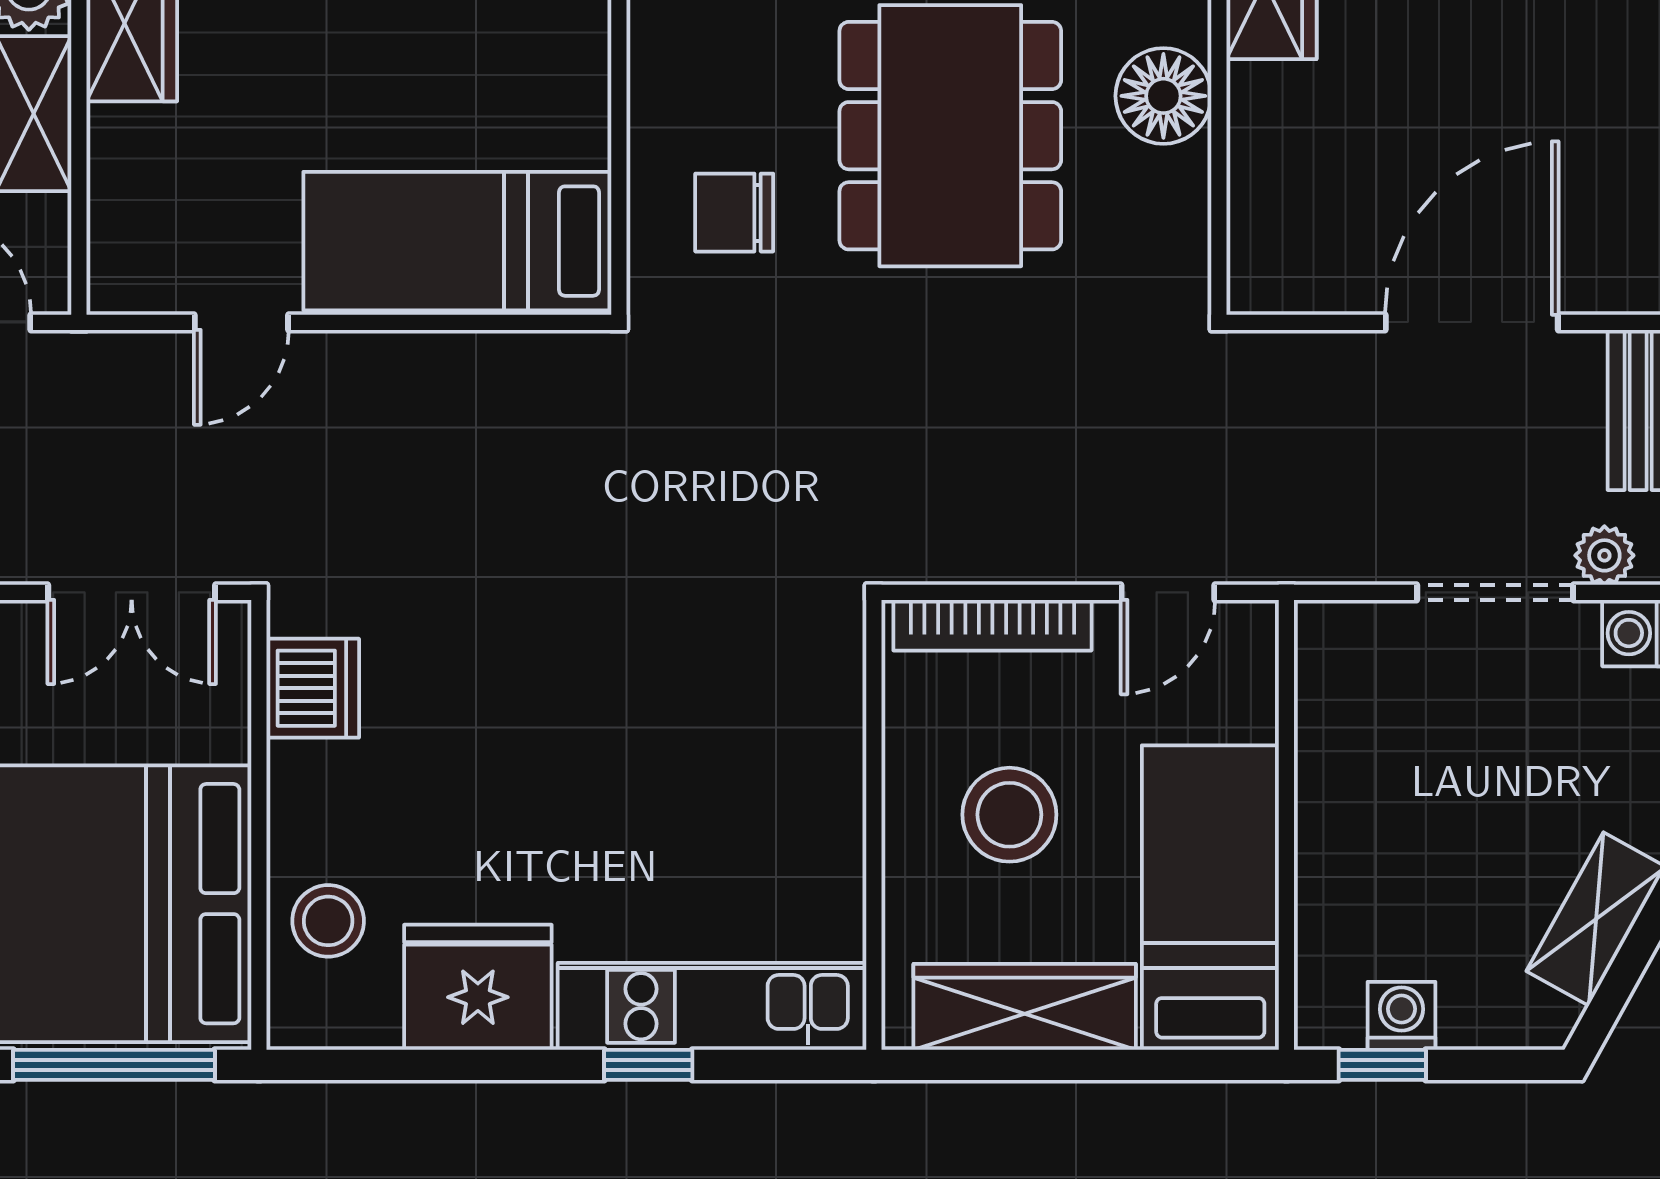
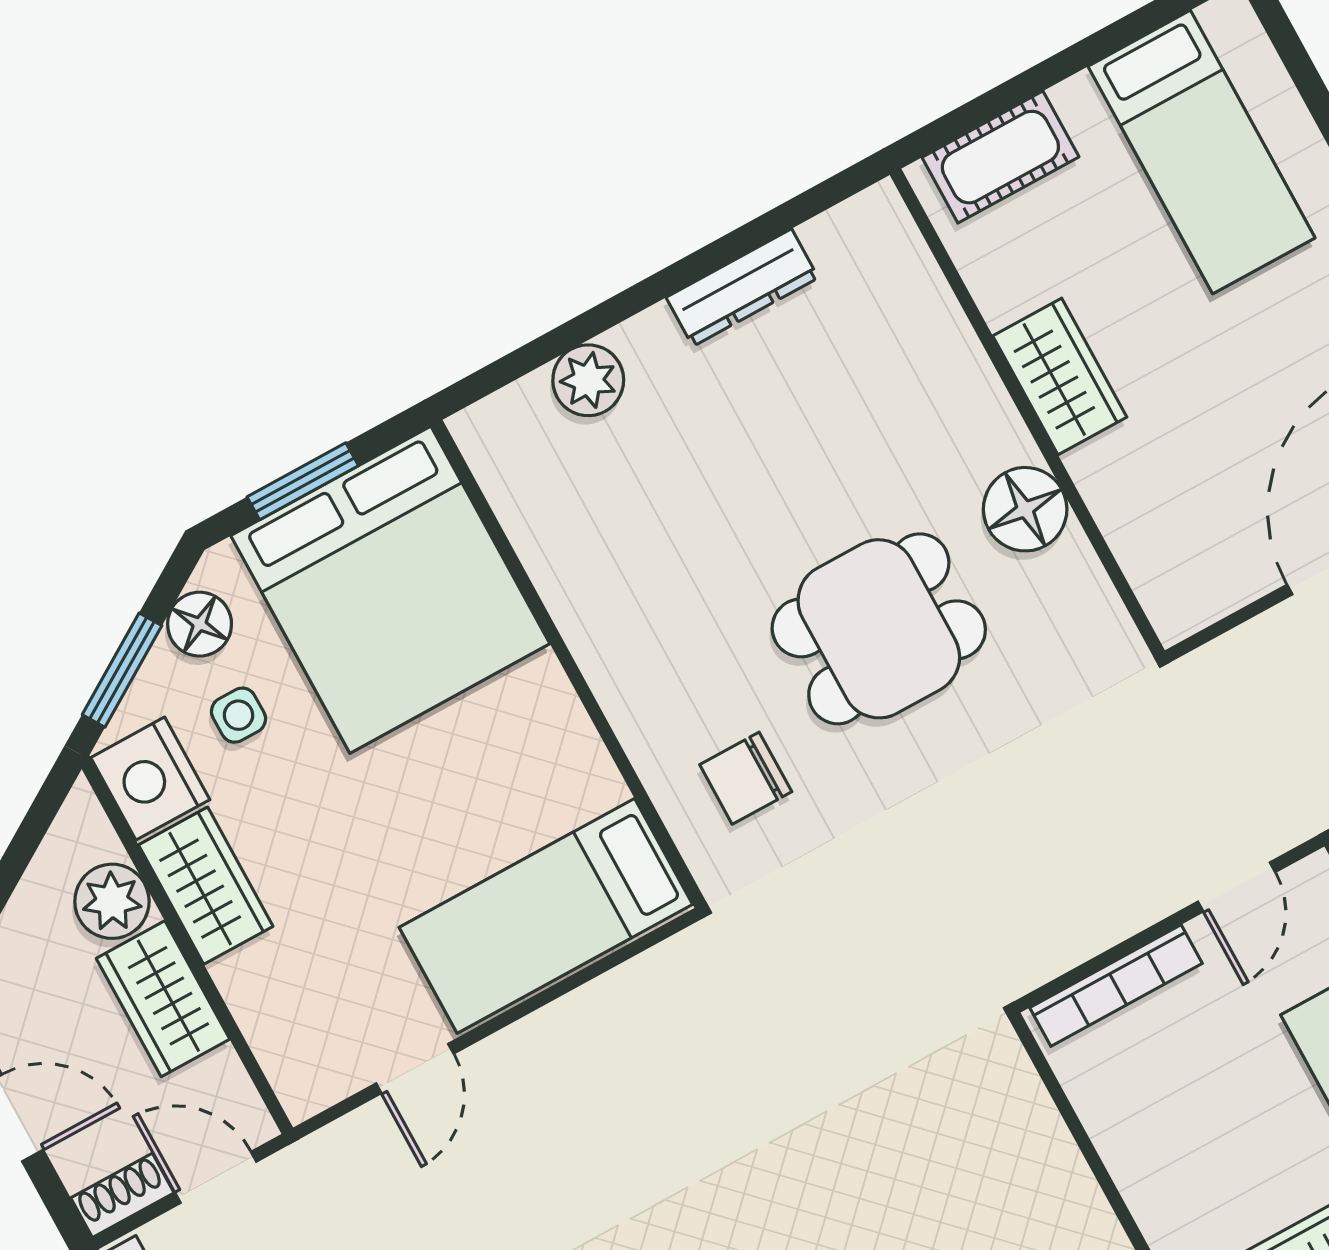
dining table: (950, 136) -> (879, 629), width x0.73
stool: (1009, 815) -> (1208, 1123), removed

